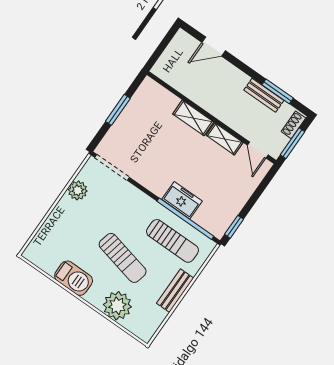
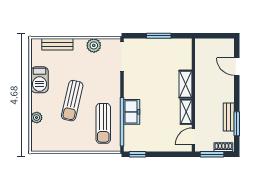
bench: (175, 291) -> (57, 44), moved
plant: (117, 306) -> (37, 118), width x0.53, depth x0.53

